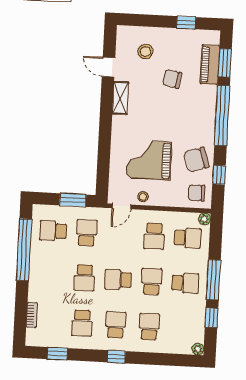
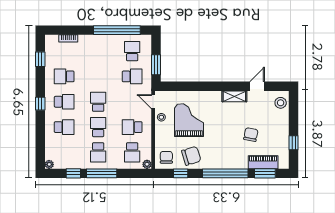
stool: (145, 52) -> (281, 103), moved
chair: (196, 160) -> (191, 156), turned 91
school desk: (84, 278) -> (98, 76), removed
school desk: (152, 281) -> (98, 127), turned -90

